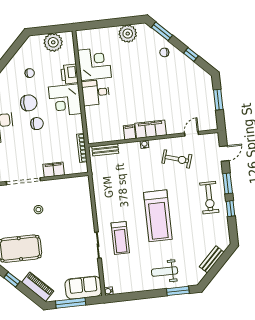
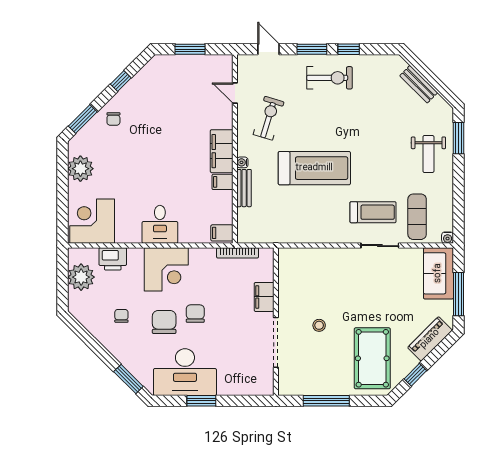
corner desk: (94, 64) -> (92, 221), moved
printer: (69, 74) -> (113, 259), moved
filing cabinet: (94, 136) -> (222, 233), added
bench: (105, 150) -> (244, 188), moved
treadmill: (158, 216) -> (314, 168), moved
exercise mat: (121, 269) -> (417, 217), added

